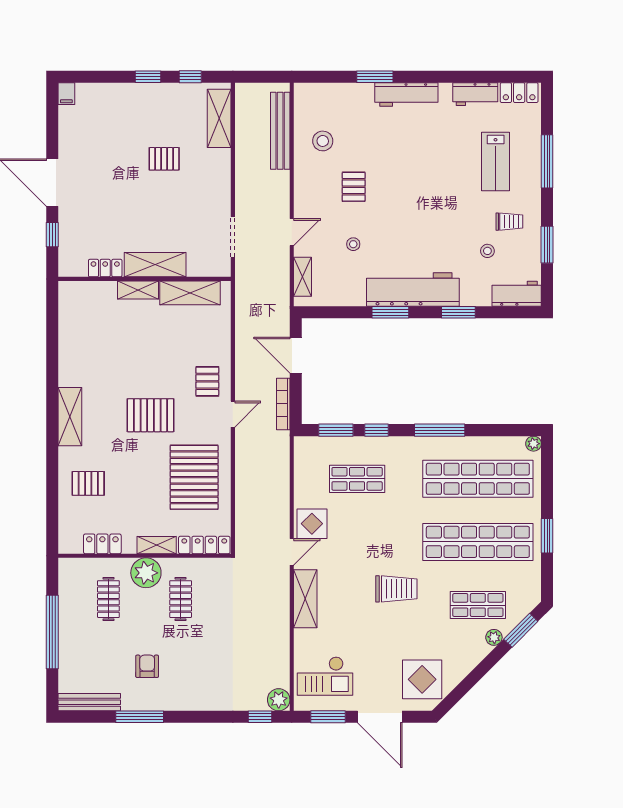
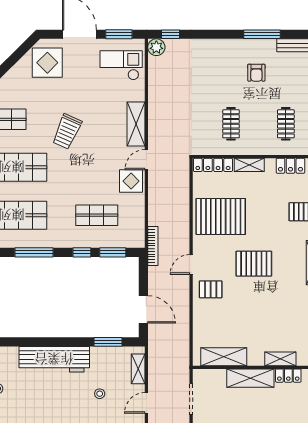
shelving: (138, 290) -> (280, 359), moved
window: (390, 312) -> (108, 342), moved
window: (458, 312) -> (20, 342), removed
pallet: (207, 381) -> (211, 289), turned 90
bookcase: (283, 404) -> (153, 246), moved
pallet: (194, 477) -> (221, 216), turned 90
plant: (146, 573) -> (257, 144), removed
trolley: (396, 589) -> (67, 132), turned -66

